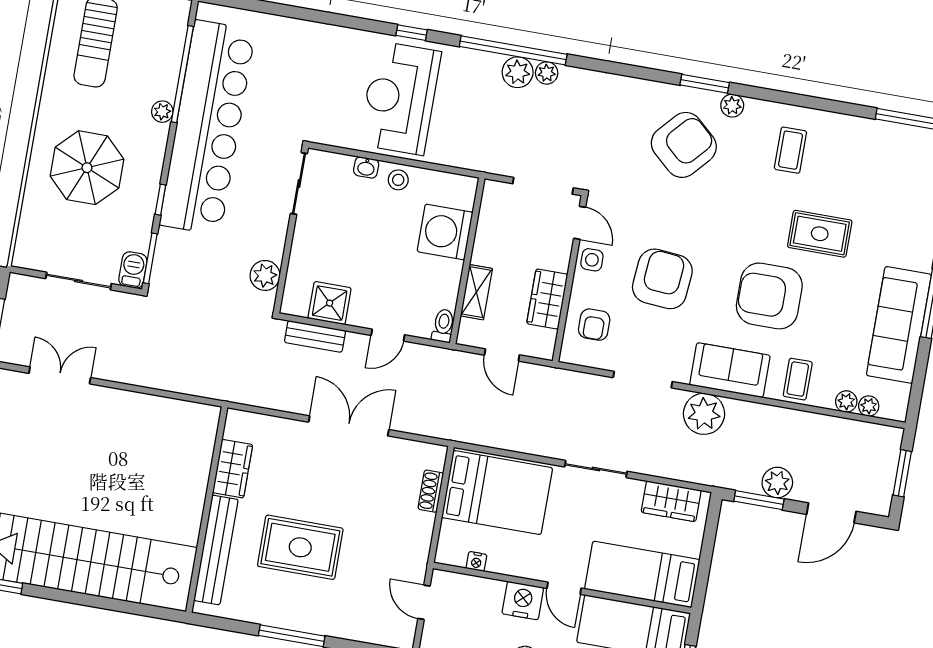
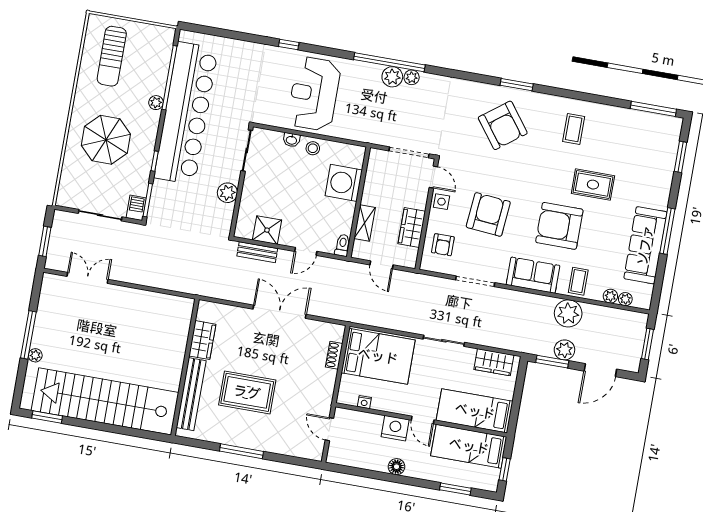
window: (412, 33) -> (289, 45), moved
plant: (732, 106) -> (535, 99), removed
armchair: (684, 145) -> (503, 125), turned 101
plant: (265, 275) -> (227, 193), moved
plant: (704, 414) -> (568, 313), moved

